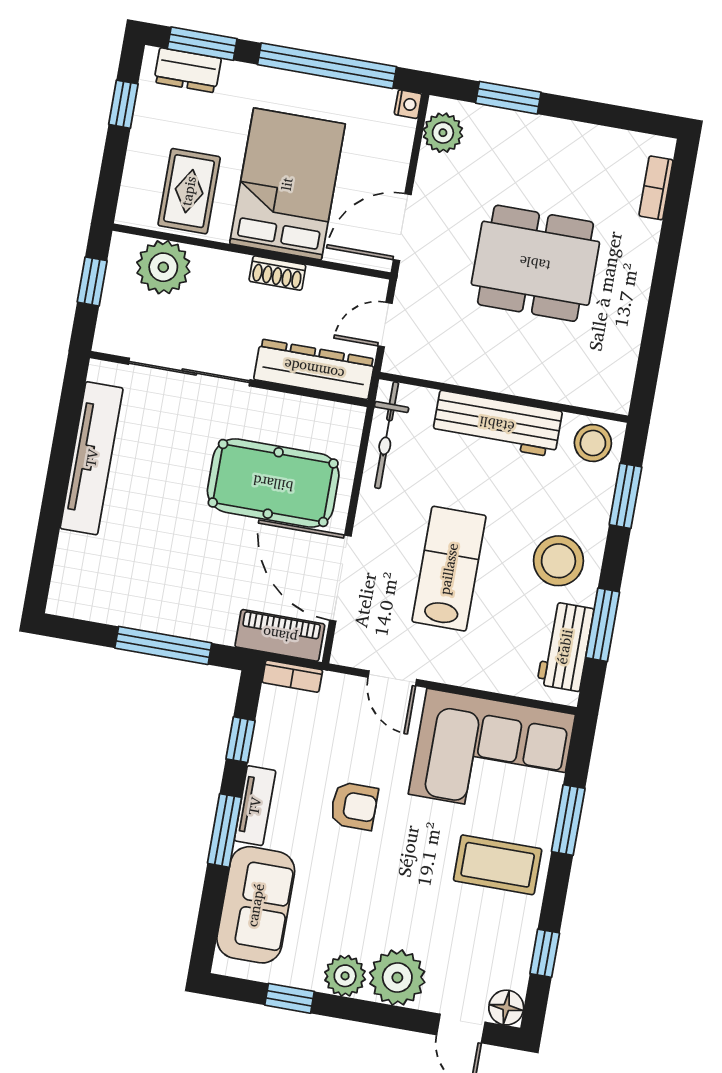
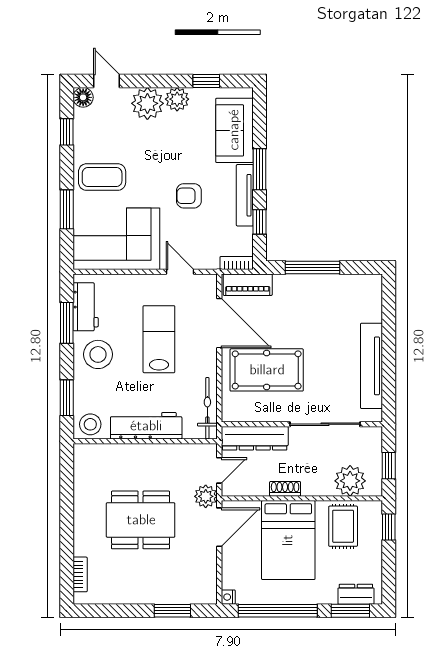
window: (123, 104) -> (389, 527), moved
plant: (443, 133) -> (206, 496), moved
lab bench: (449, 569) -> (159, 339), turned 180
tv unit: (255, 806) -> (245, 195), width x1.41

